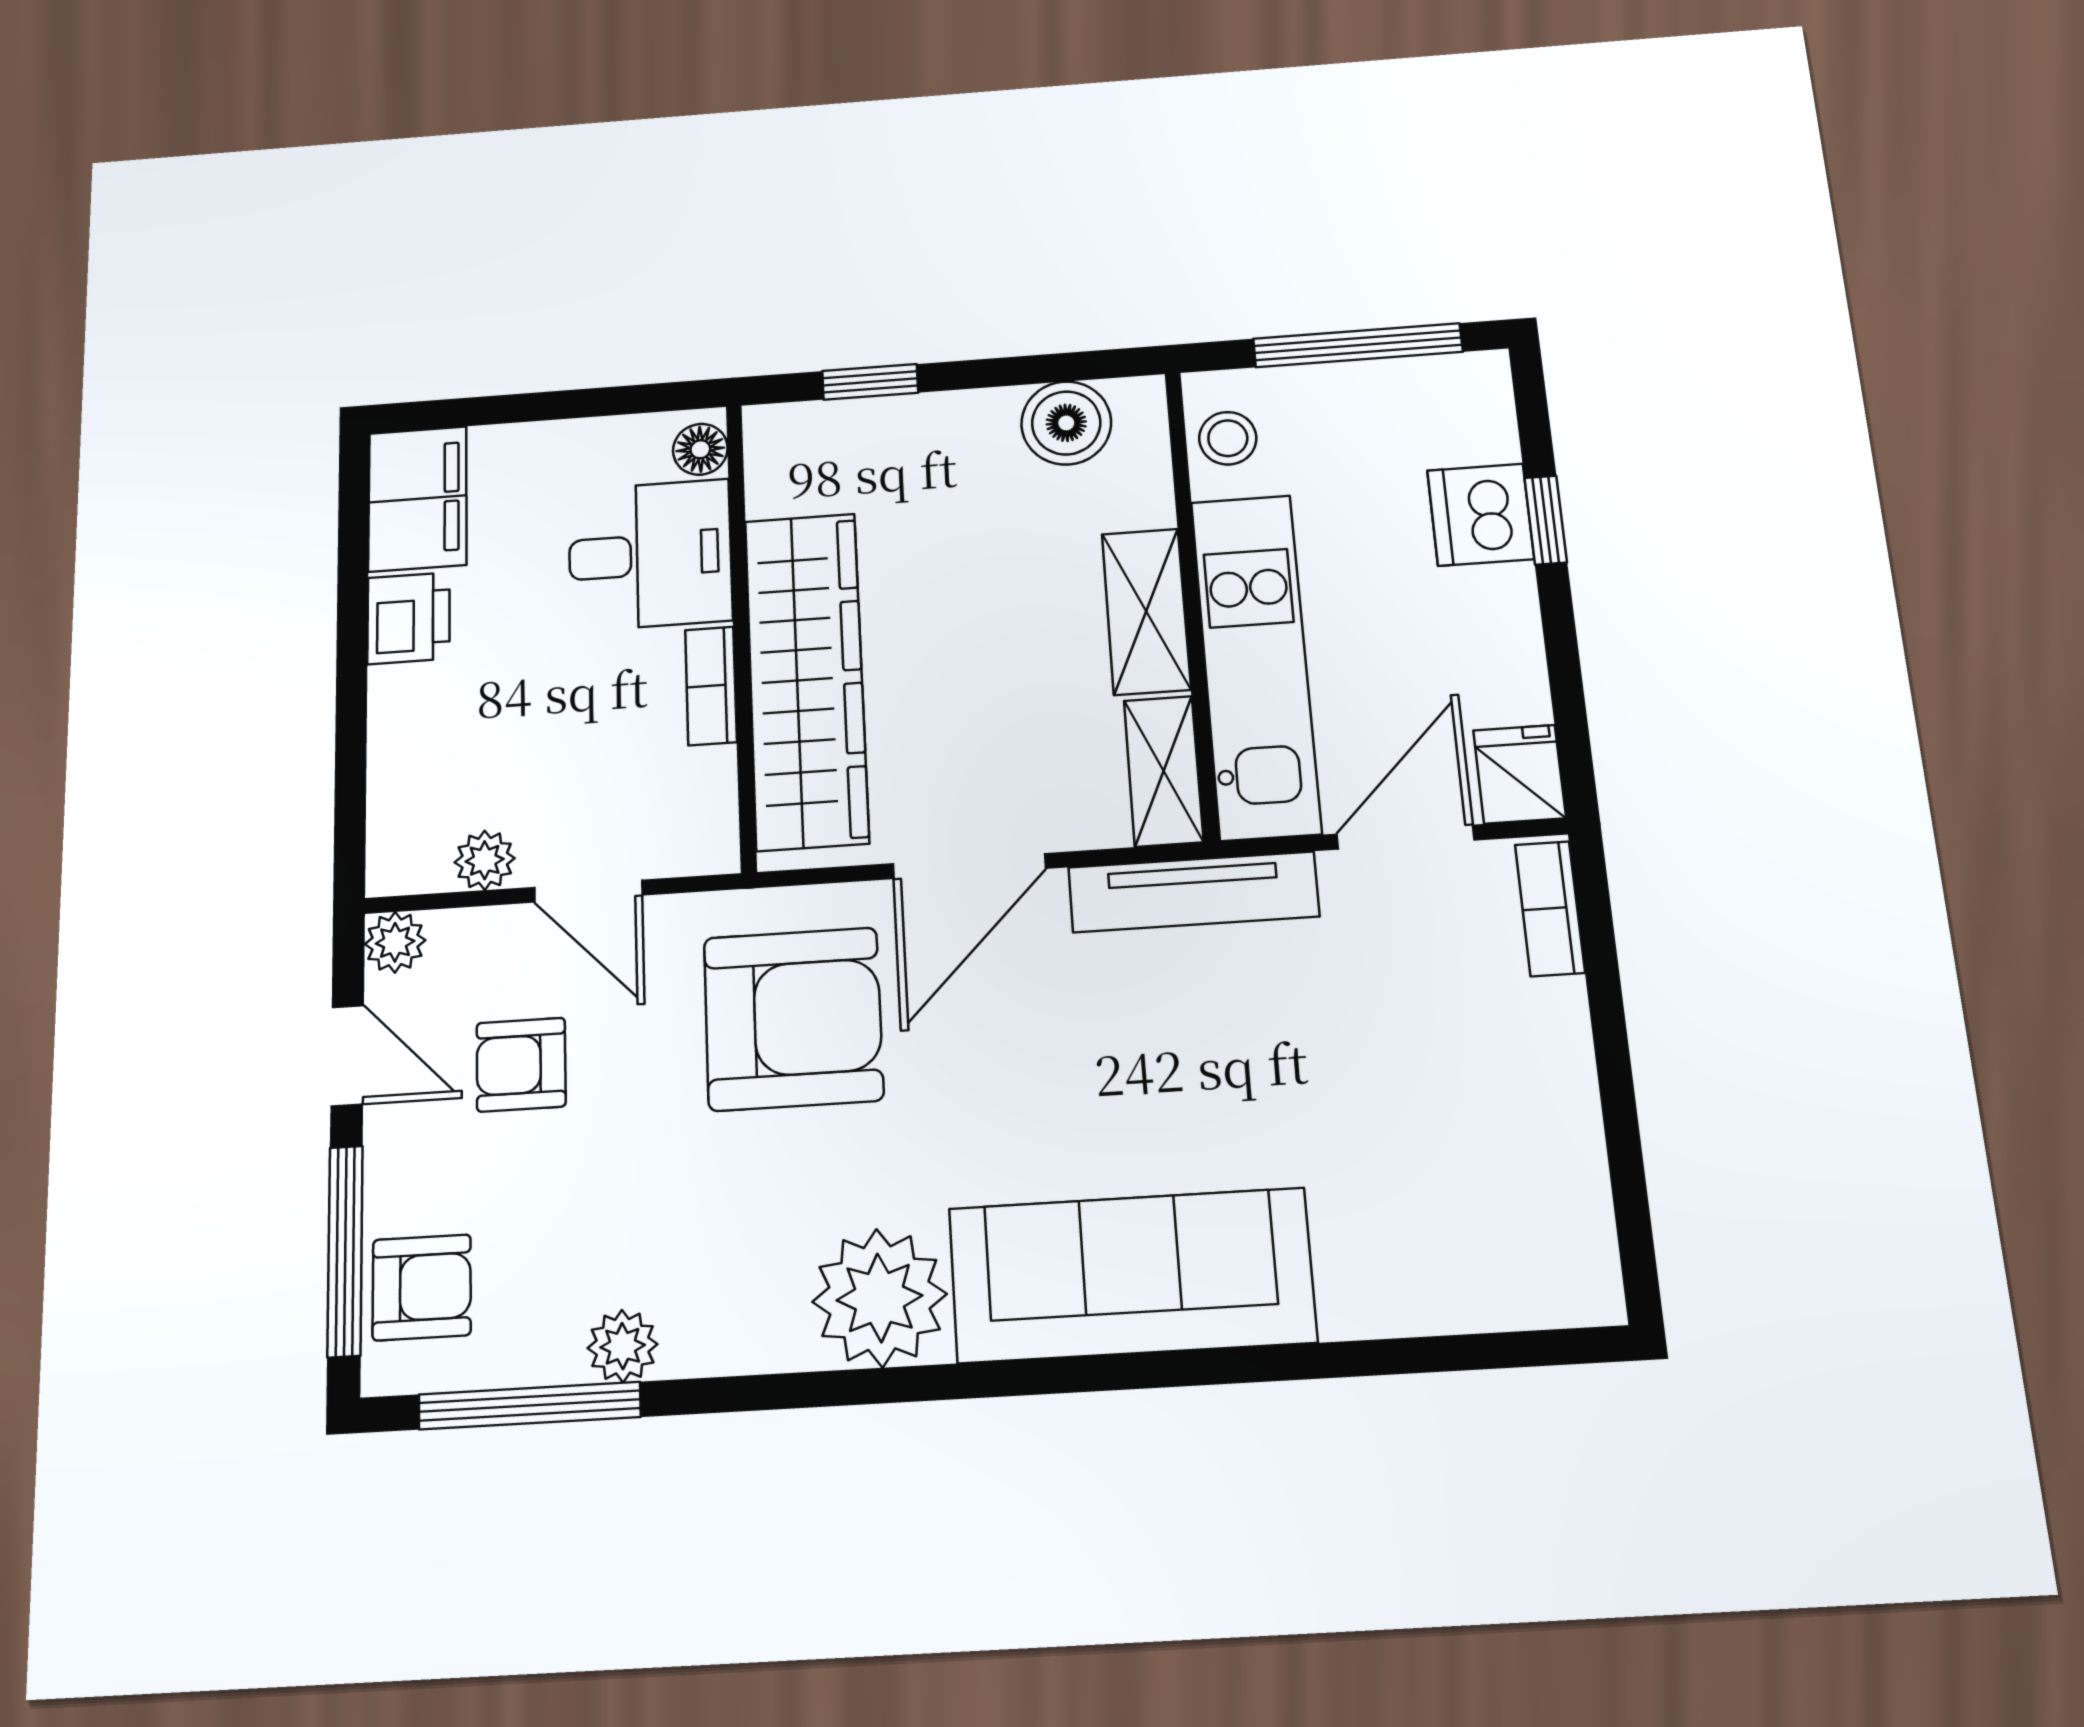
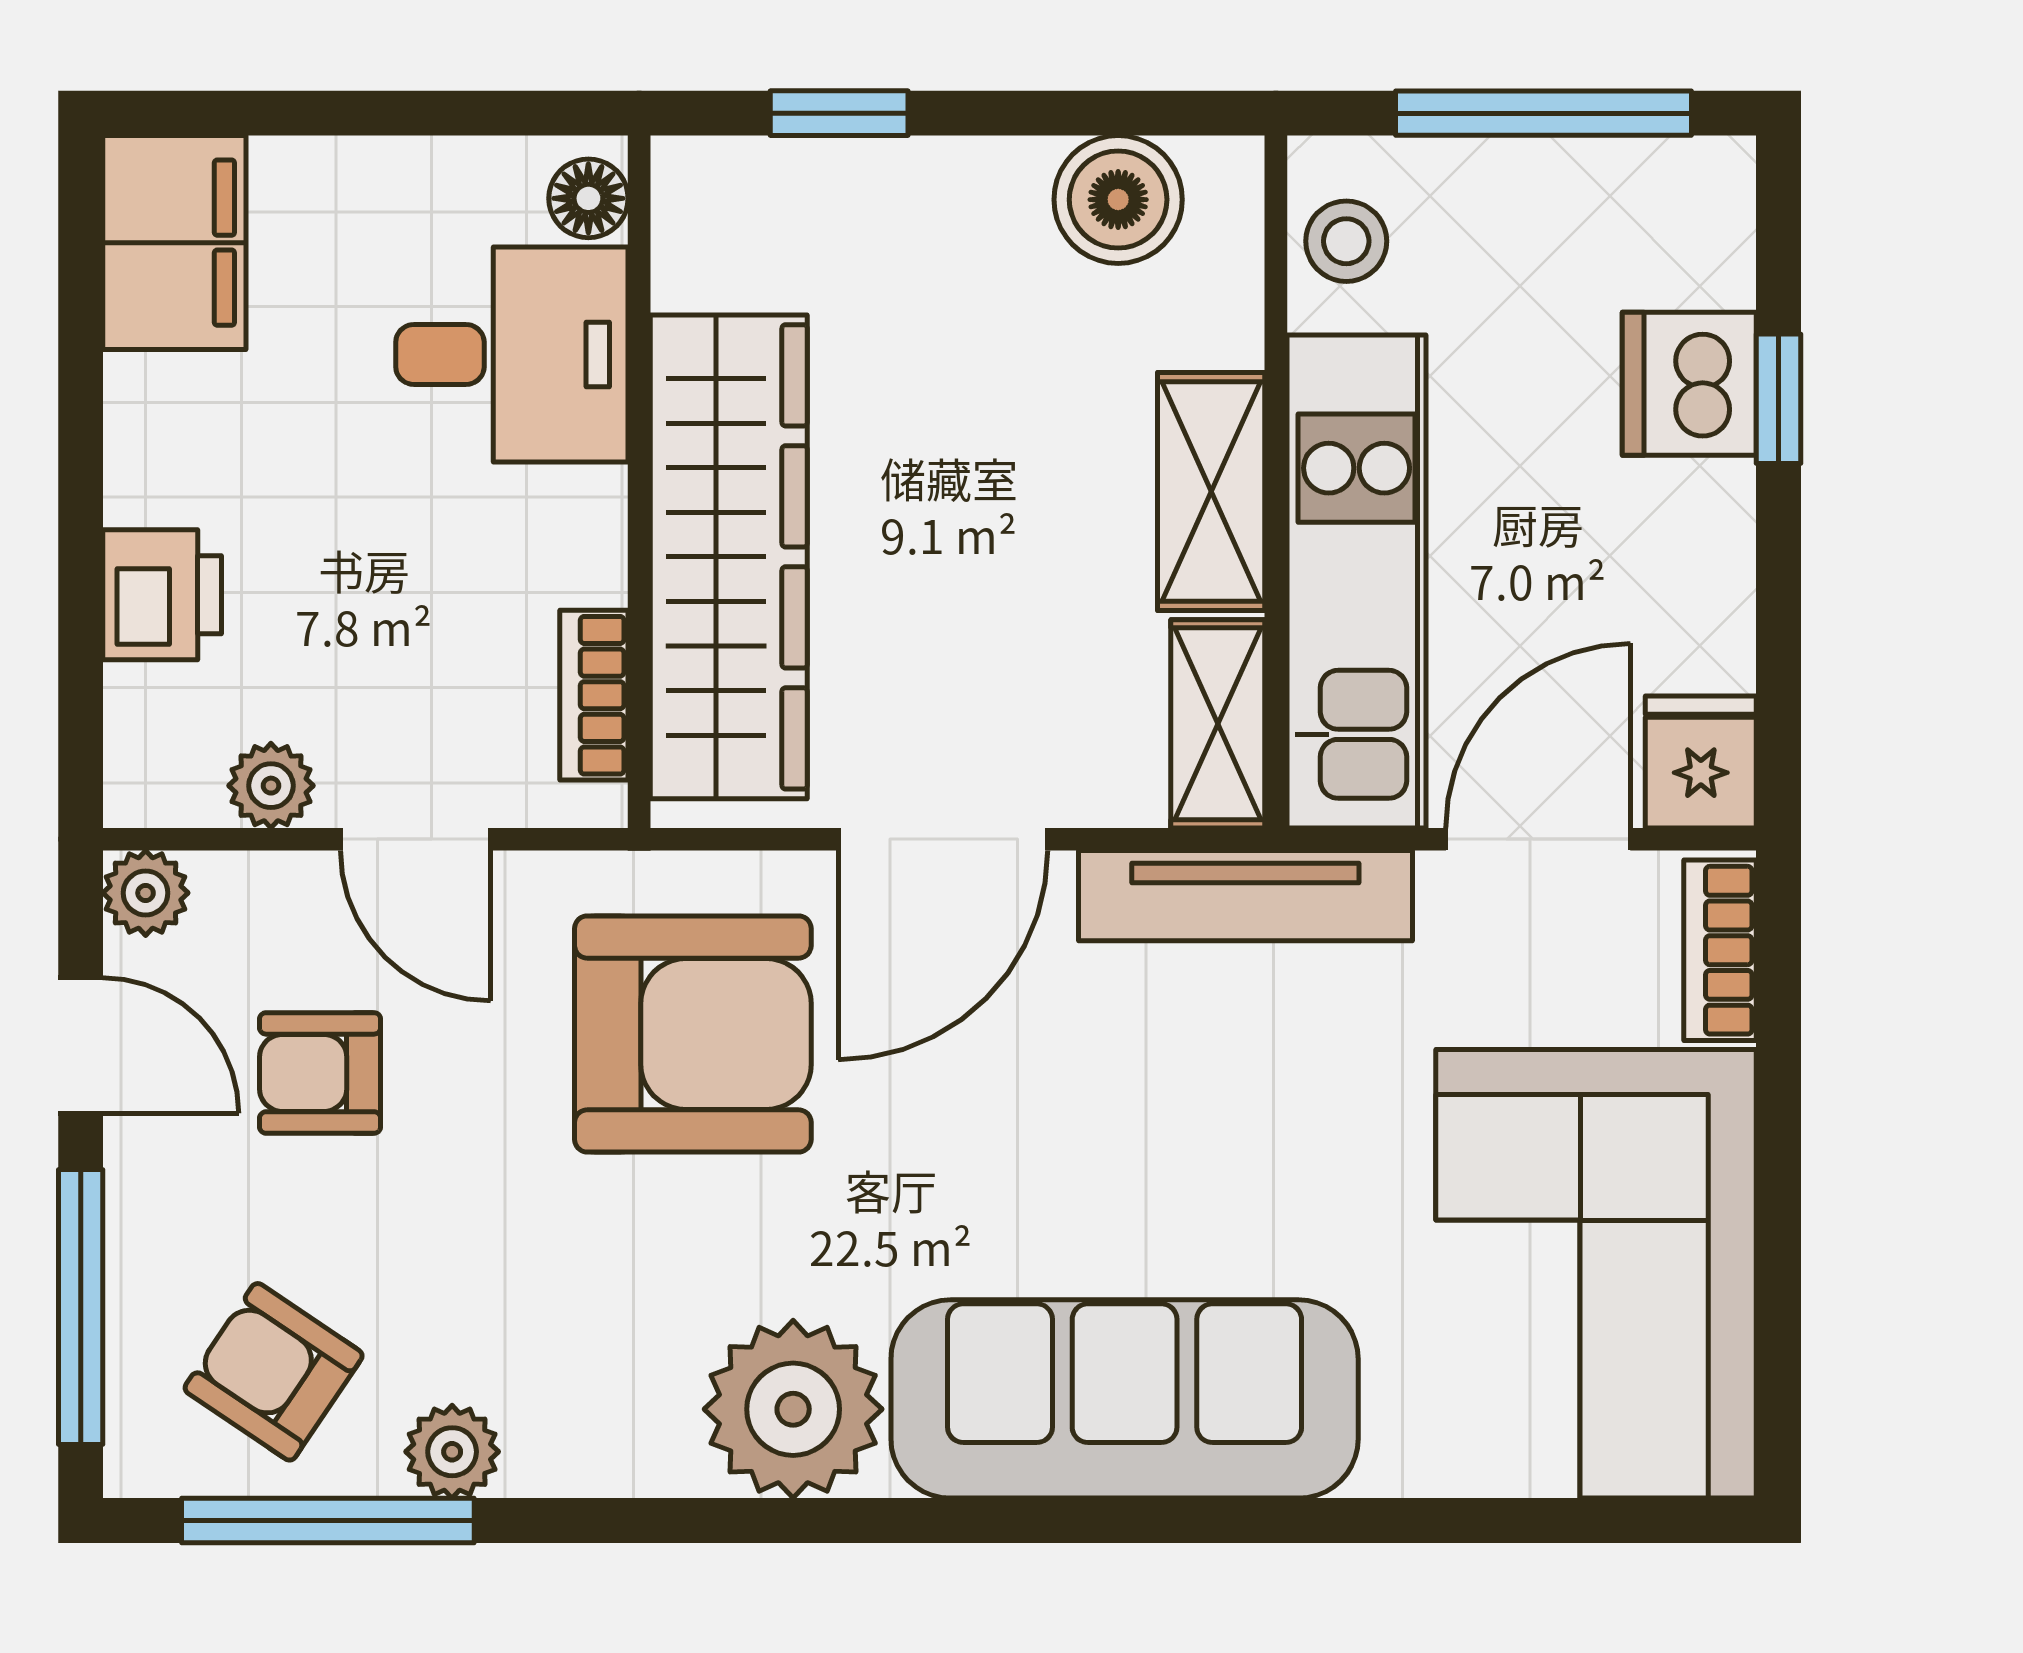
printer: (409, 618) -> (162, 595), moved
bookcase: (711, 686) -> (594, 695), moved
corner sofa: (1484, 1157) -> (1596, 1274), added
armchair: (422, 1287) -> (274, 1372), moved, turned -146

